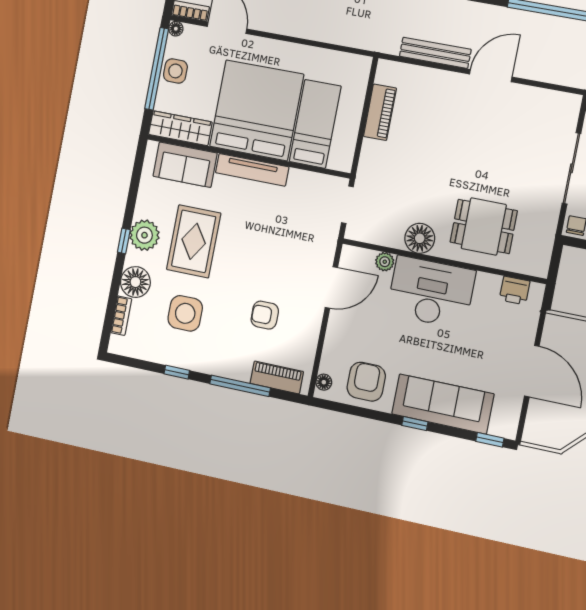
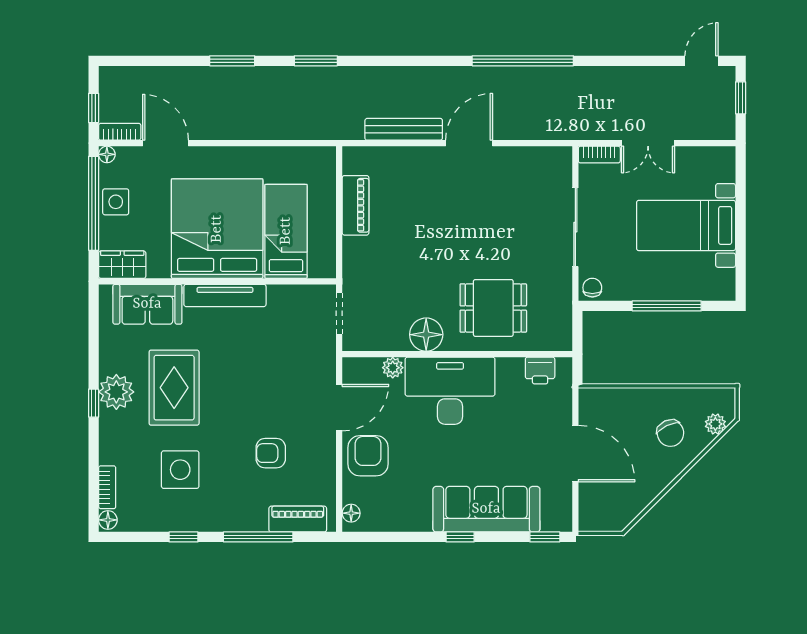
wardrobe: (180, 128) -> (122, 265), width x0.67
floor lamp: (135, 282) -> (108, 520), moved, width x0.53, depth x0.53
armchair: (366, 382) -> (368, 456), moved

